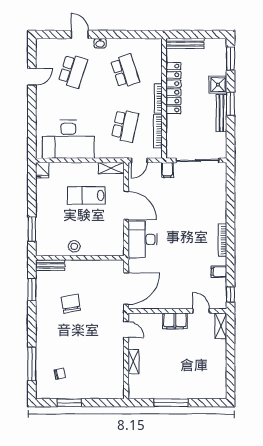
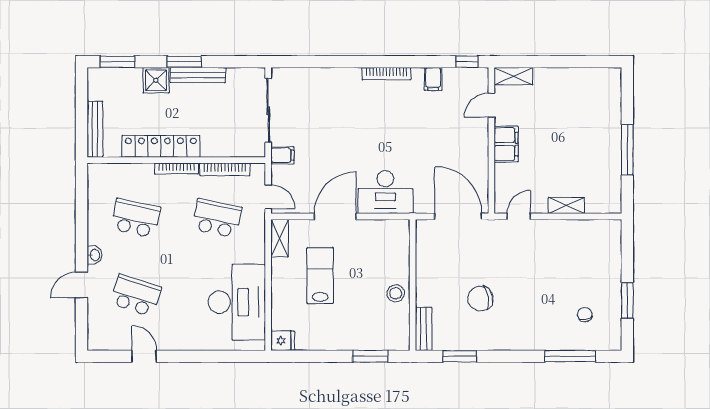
school desk: (125, 71) -> (136, 218), turned 30
lab bench: (86, 195) -> (320, 276), turned 180

